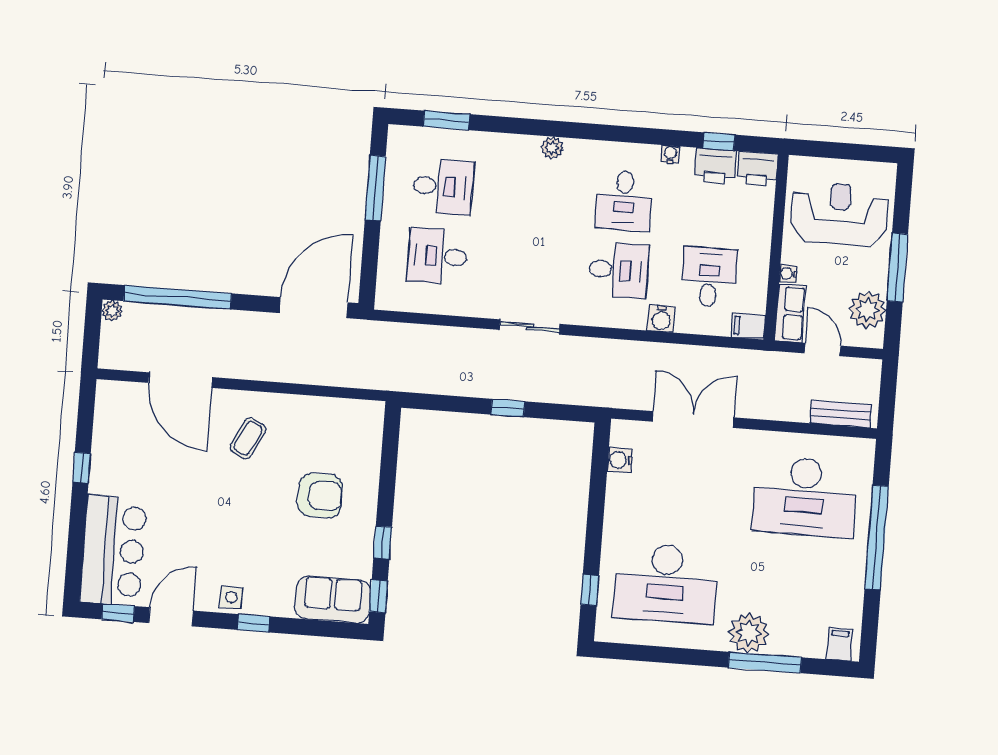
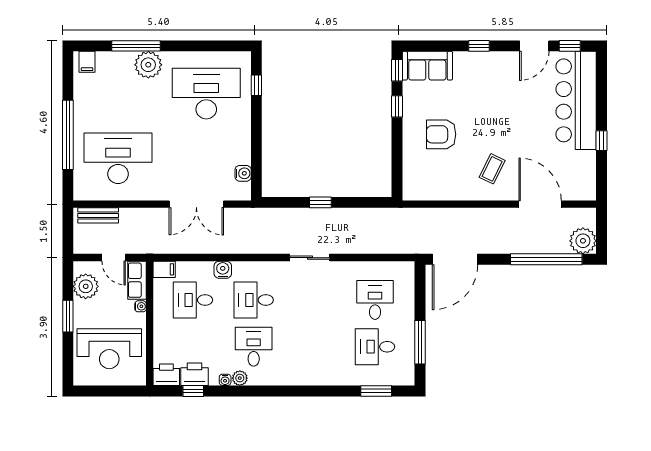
plant: (552, 148) -> (240, 378), moved
desk: (438, 256) -> (375, 300), turned -90
window: (897, 267) -> (68, 316), width x0.69
desk: (709, 277) -> (193, 300), turned 90
plant: (112, 311) -> (583, 241), width x1.88, depth x1.88
bar counter: (113, 550) -> (576, 100), width x1.36
side table: (231, 597) -> (495, 62), removed

